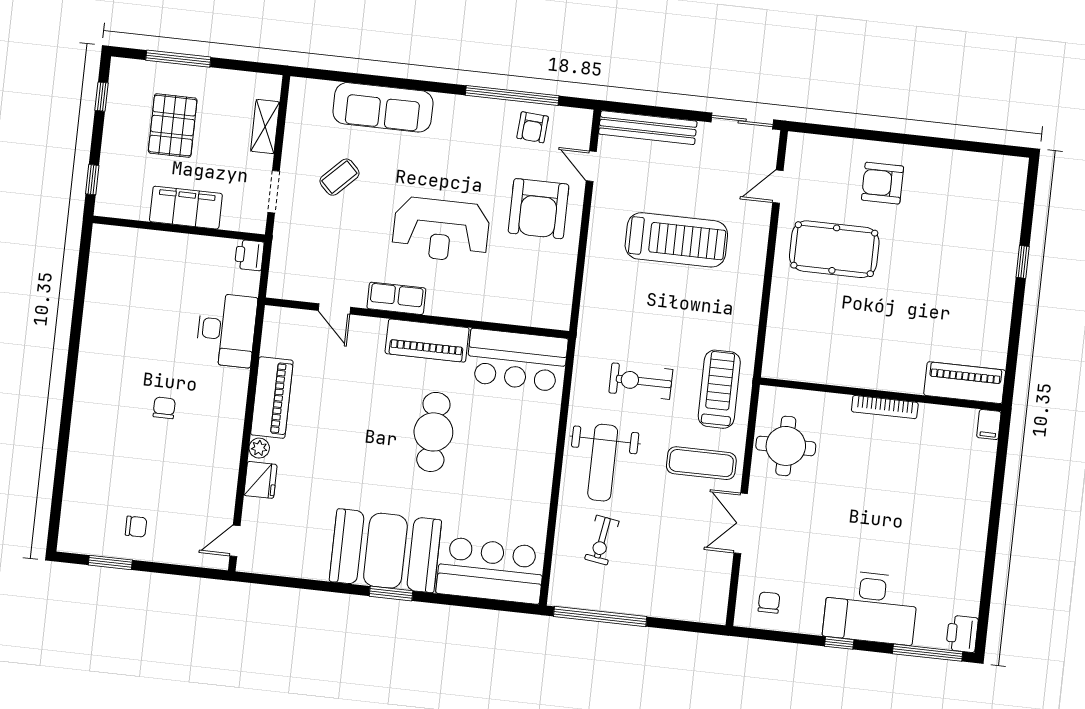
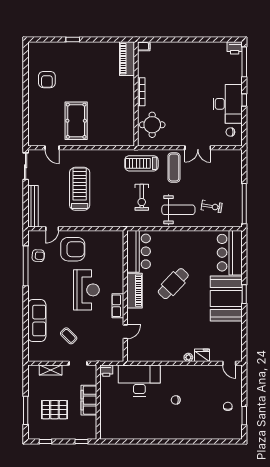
armchair: (883, 183) -> (47, 80), moved
desk: (226, 330) -> (139, 381), width x1.36, depth x1.30
piano: (272, 398) -> (166, 354), removed
cafe table: (433, 432) -> (173, 284), turned -46
round table: (786, 446) -> (152, 125), moved
desk: (871, 607) -> (228, 104), moved

